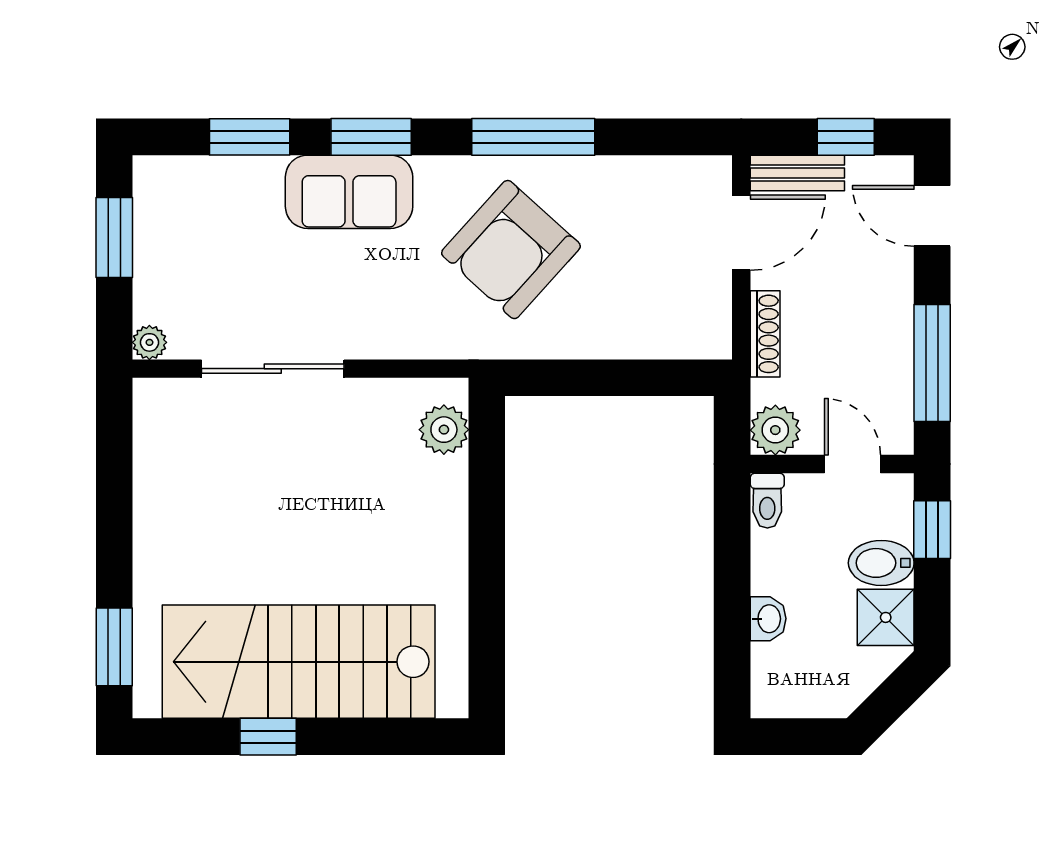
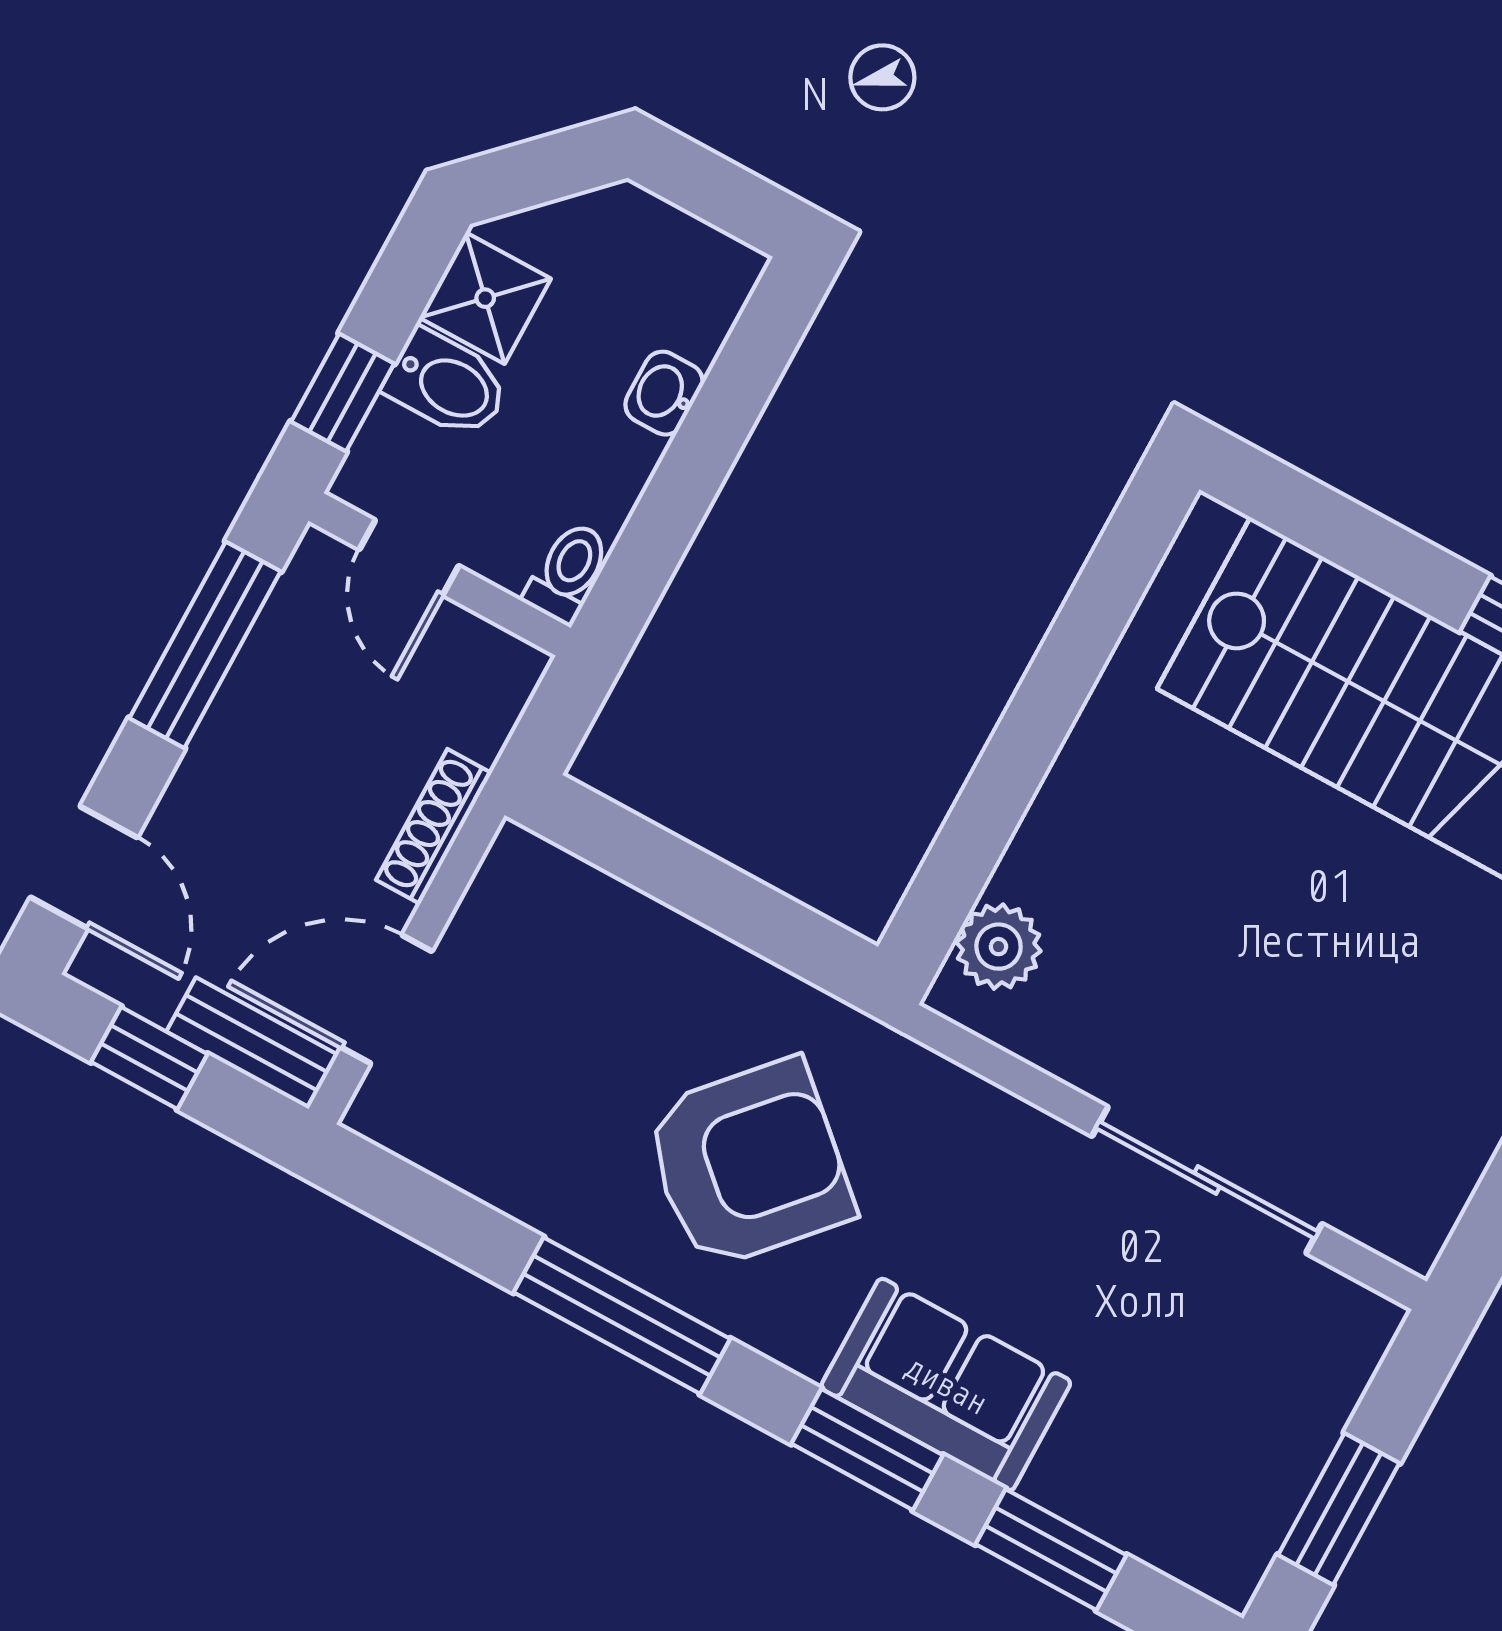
plant: (149, 342) -> (1372, 1321), removed
plant: (775, 430) -> (498, 673), removed

